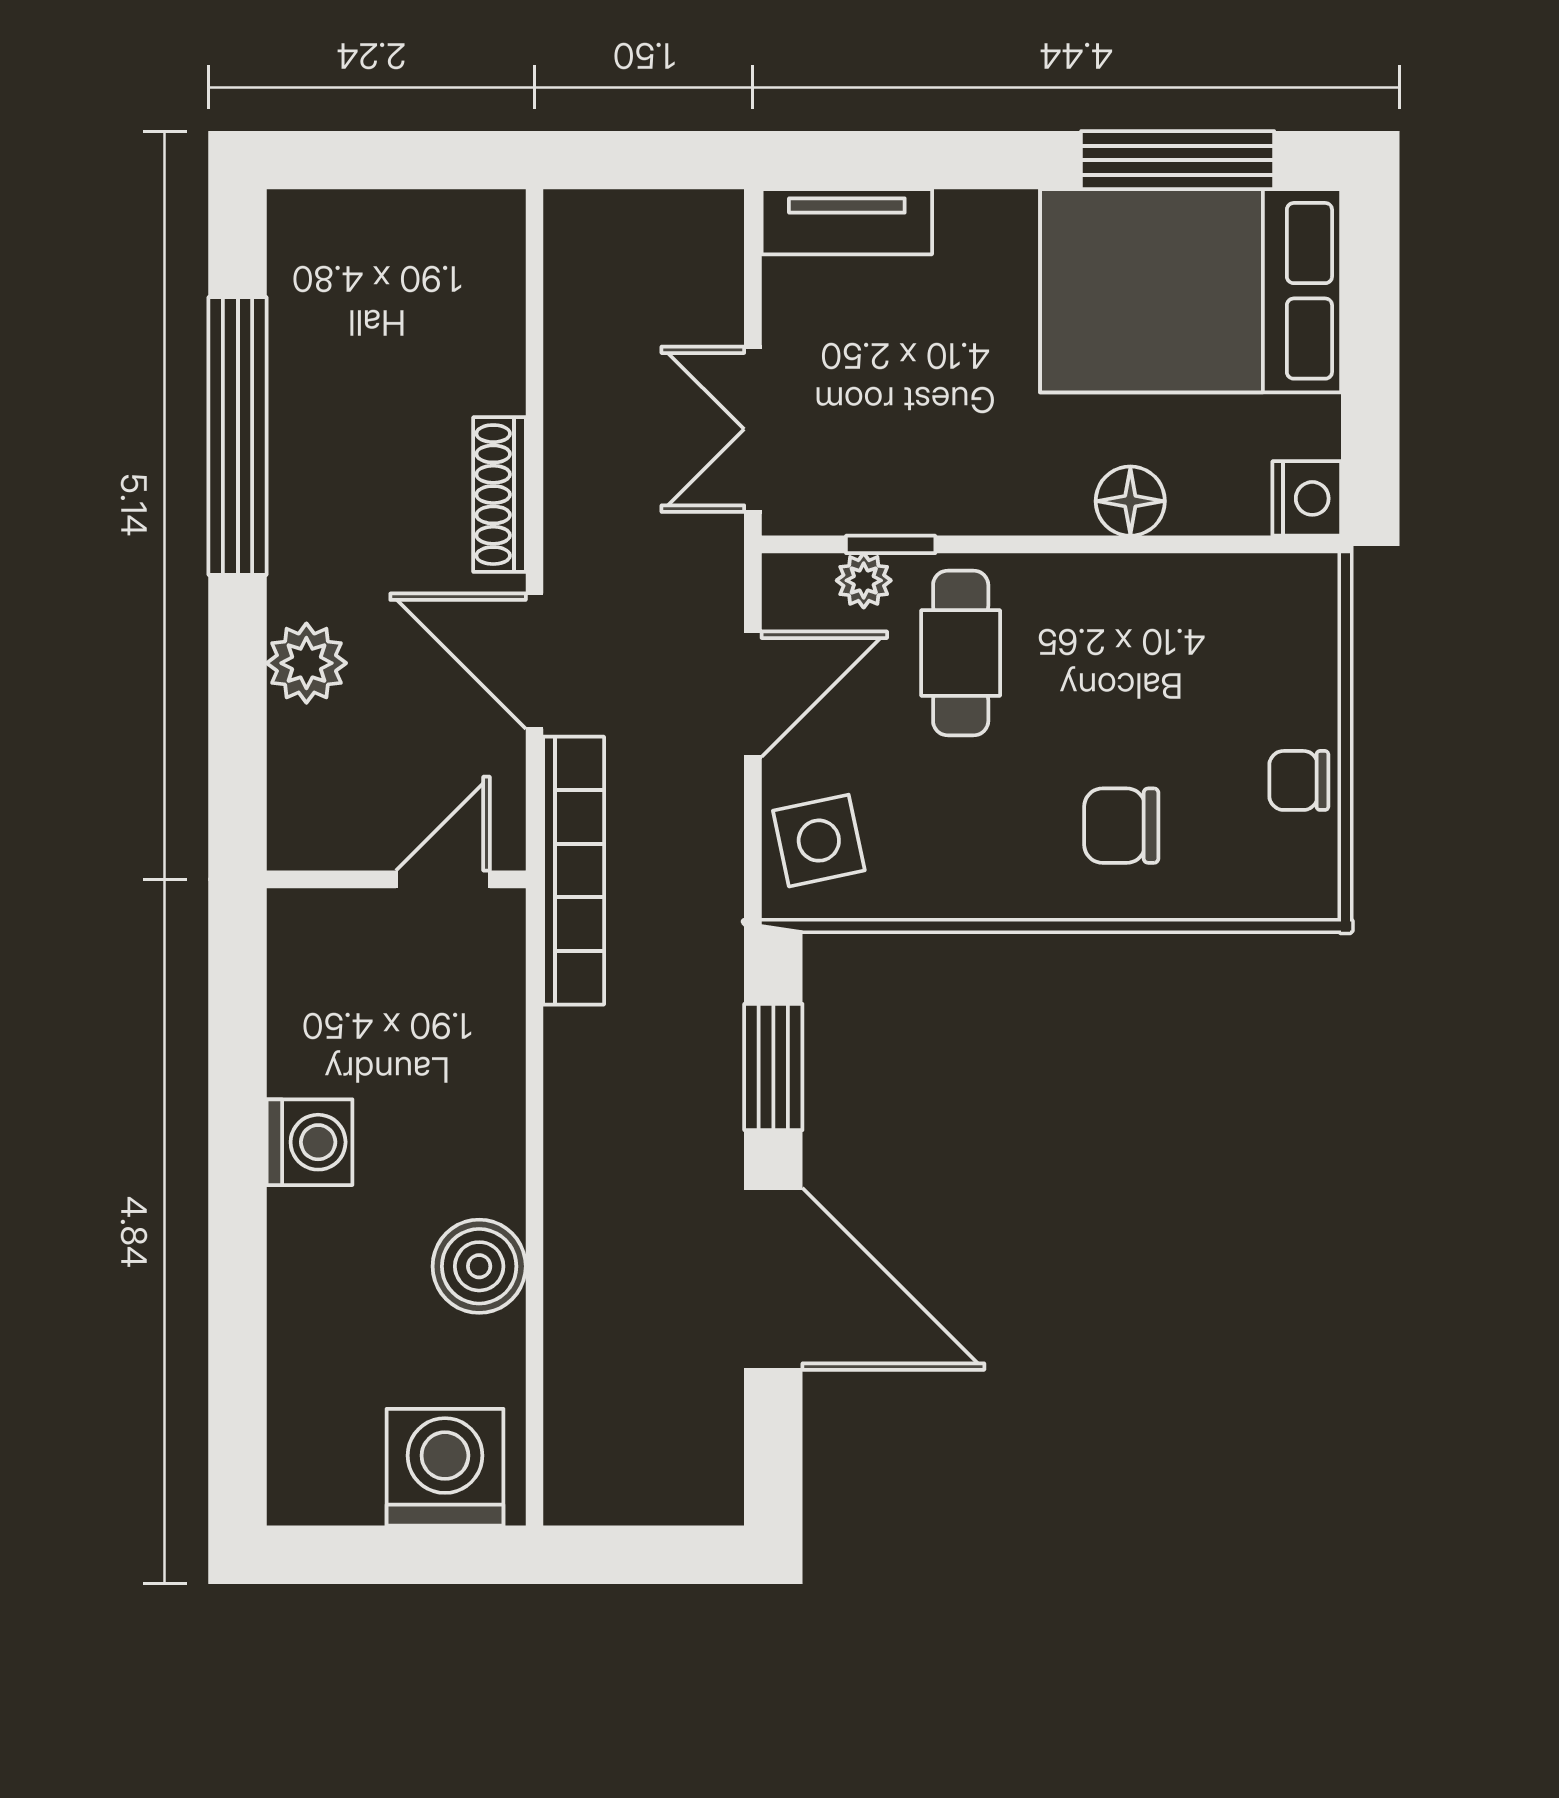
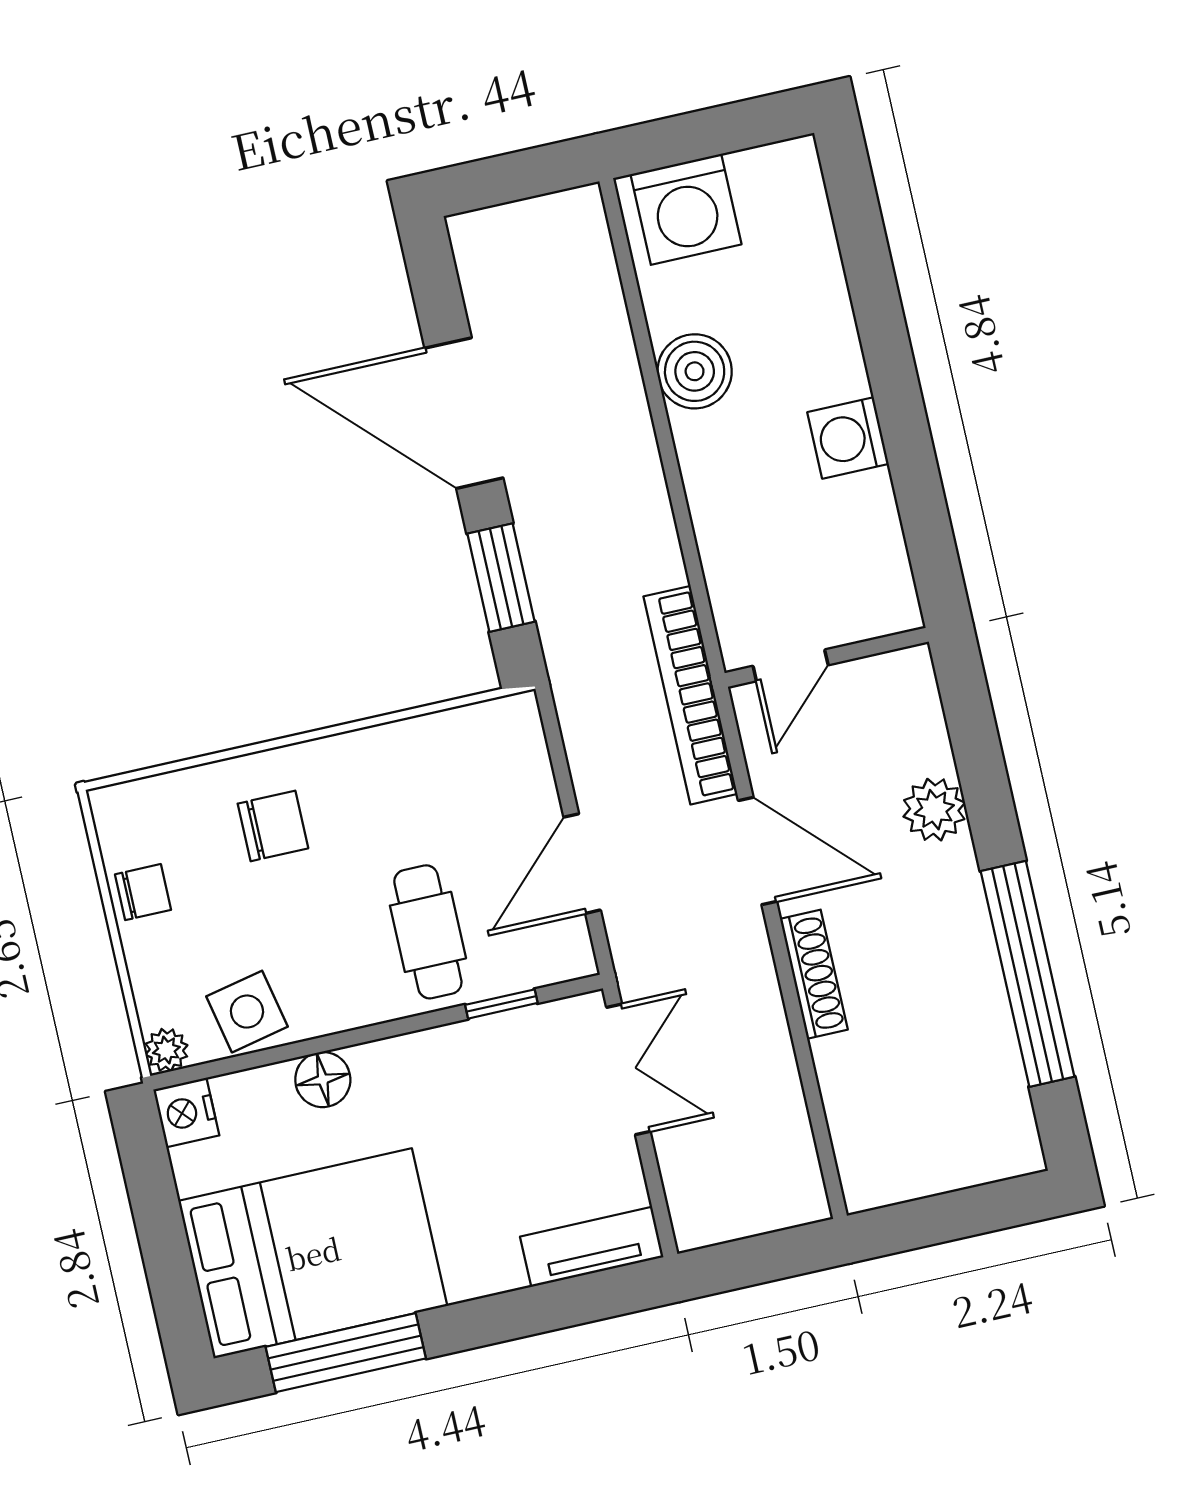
plant: (864, 580) -> (166, 1050), moved
side table: (819, 841) -> (247, 1012), moved

